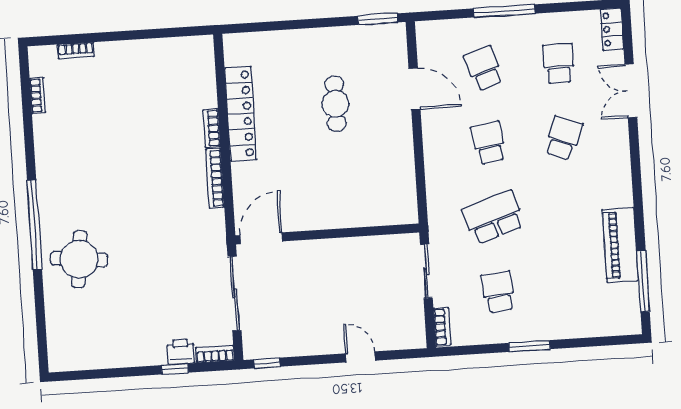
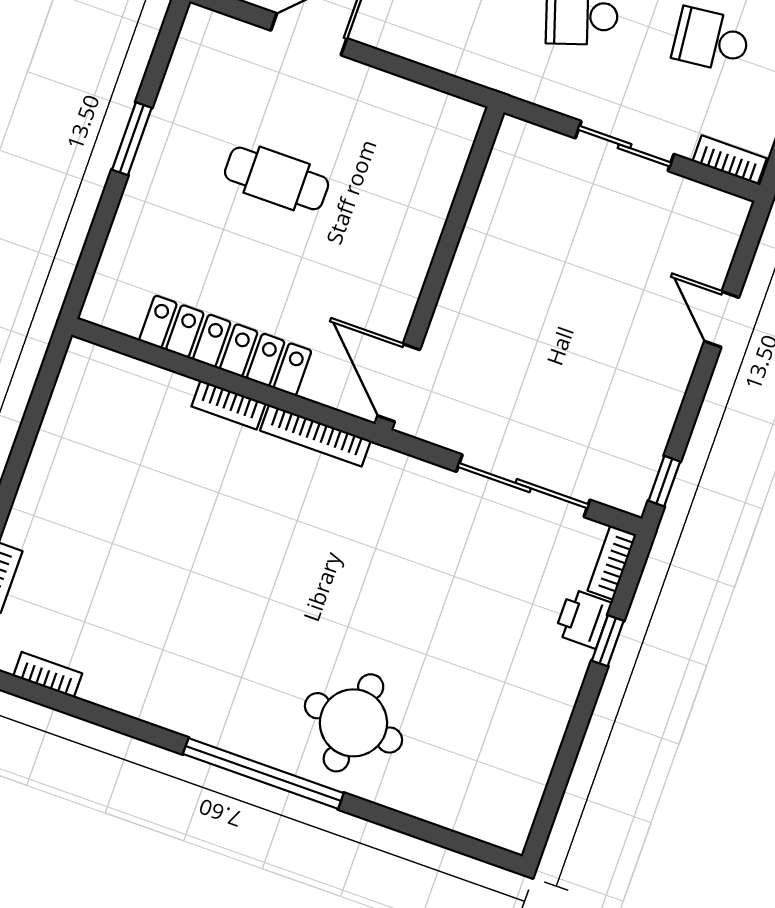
window: (378, 19) -> (132, 139), moved
wall: (327, 234) -> (439, 268), moved
door: (261, 238) -> (399, 383), moved
door: (360, 357) -> (722, 319), hinge flipped

